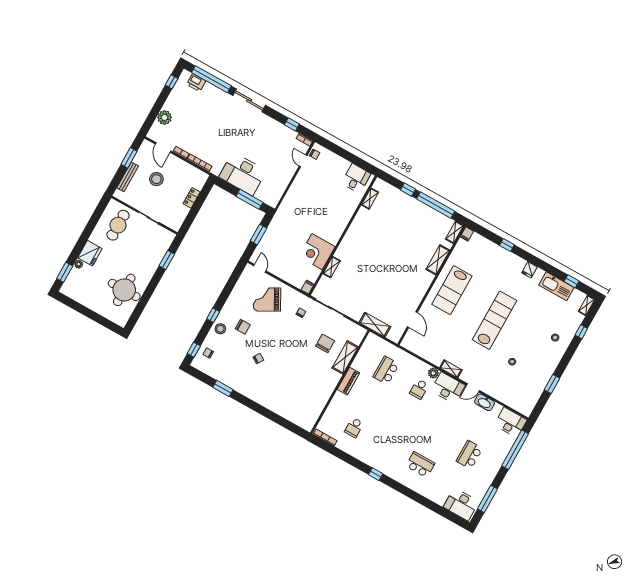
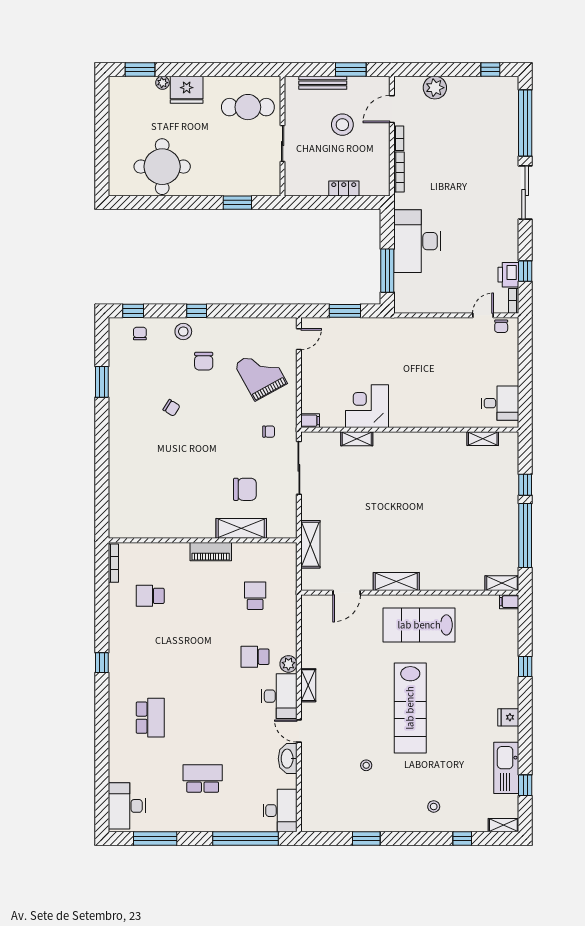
printer: (196, 83) -> (508, 275), moved
shelving: (438, 260) -> (396, 581), moved
lab bench: (494, 320) -> (410, 708), turned 90
school desk: (386, 370) -> (255, 596), width x0.54

